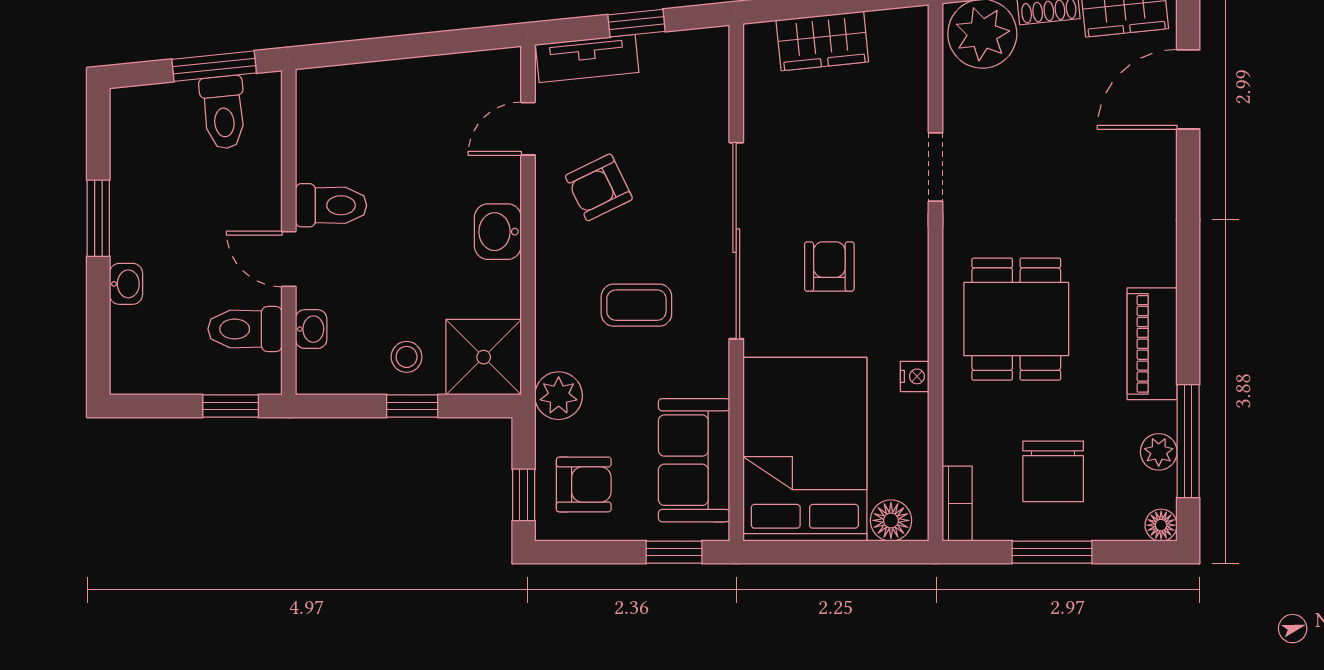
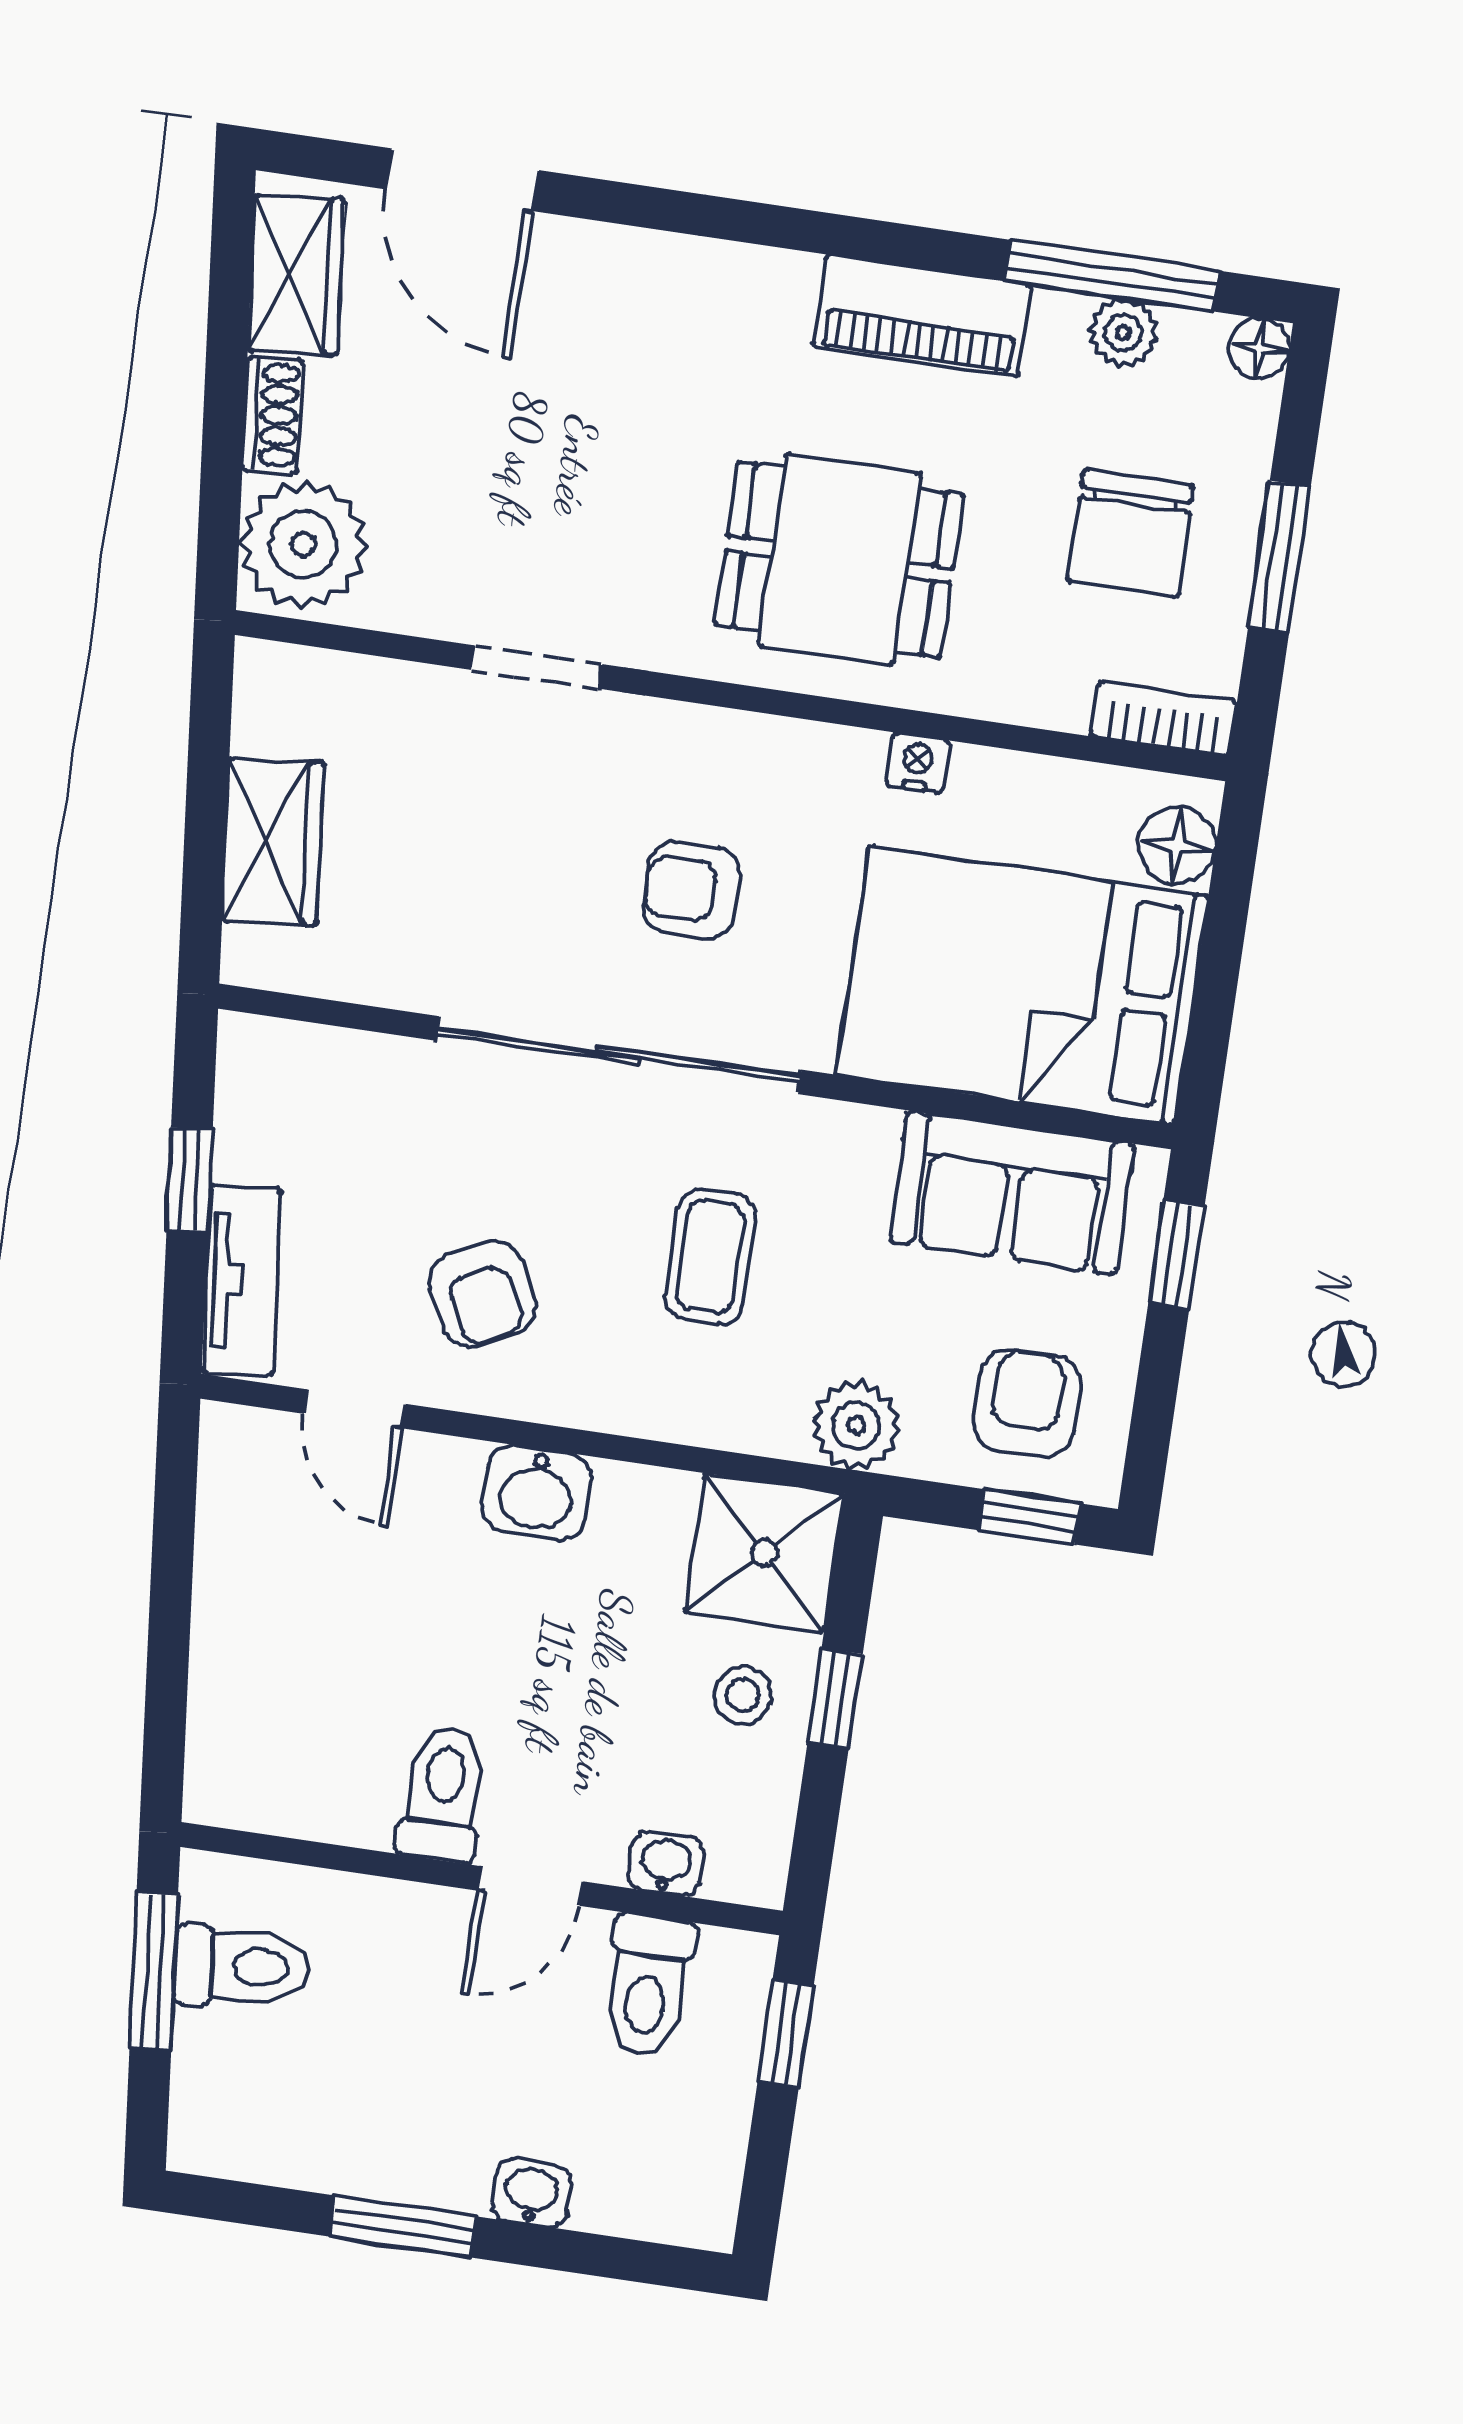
chair: (1053, 471) -> (1131, 533), turned 90

